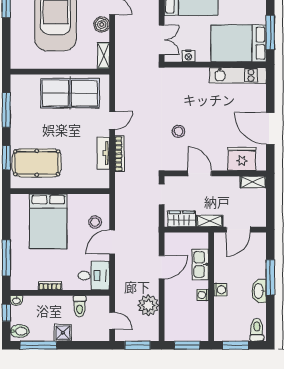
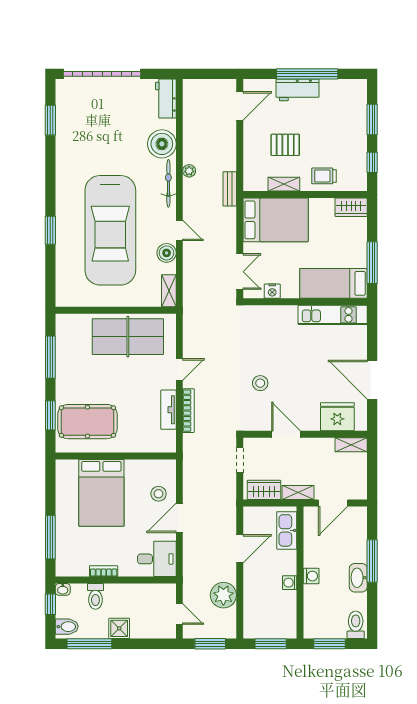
bed: (239, 43) -> (334, 283), width x0.67
kitchen sink: (200, 264) -> (287, 530), moved
toilet: (80, 306) -> (95, 596), moved

